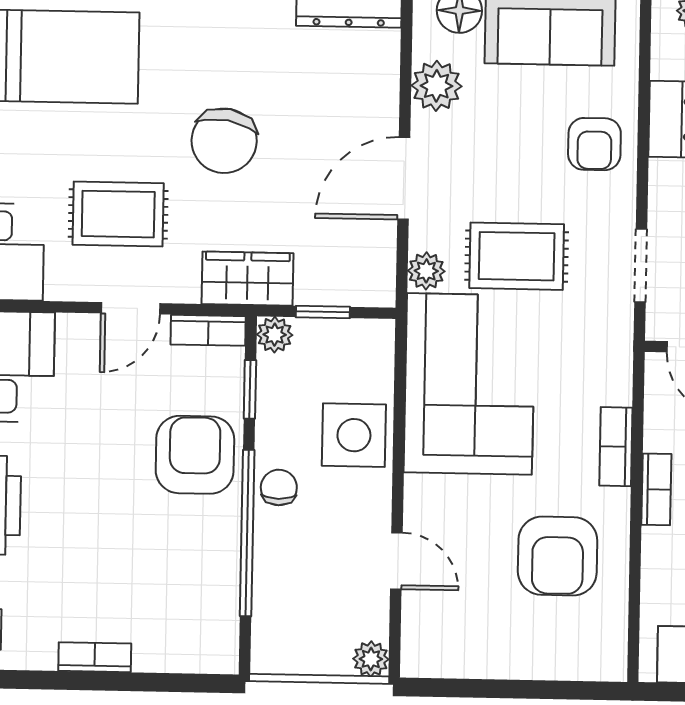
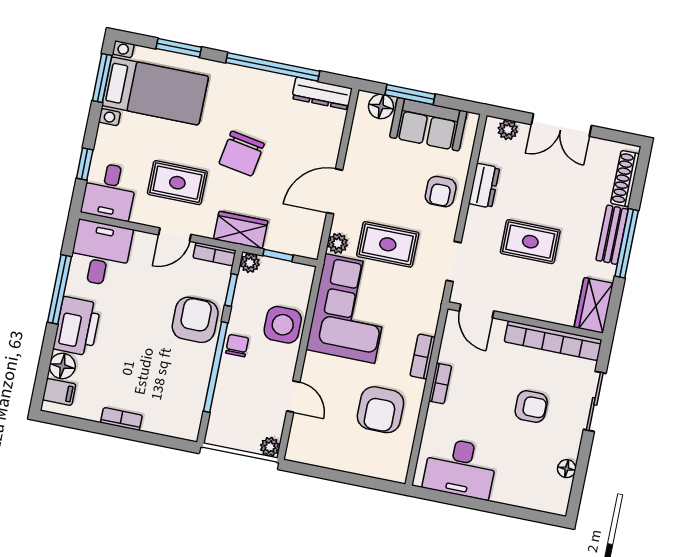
plant: (436, 86) -> (361, 145), removed

